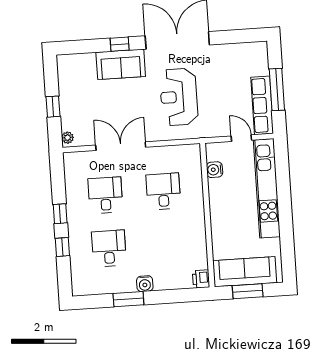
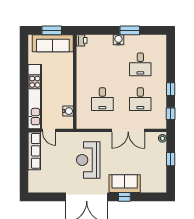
window: (277, 89) -> (24, 161), removed
reception desk: (179, 97) -> (88, 160), turned 180
window: (62, 247) -> (171, 114), moved

